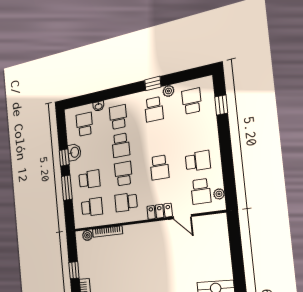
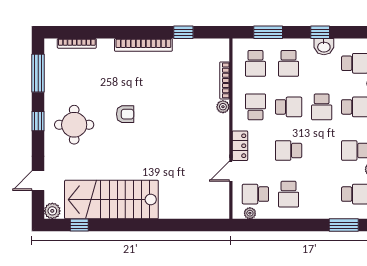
window: (221, 105) -> (344, 225), width x1.50
school desk: (121, 145) -> (322, 107), turned -90
window: (67, 188) -> (268, 32), moved
plant: (87, 235) -> (223, 107), moved

